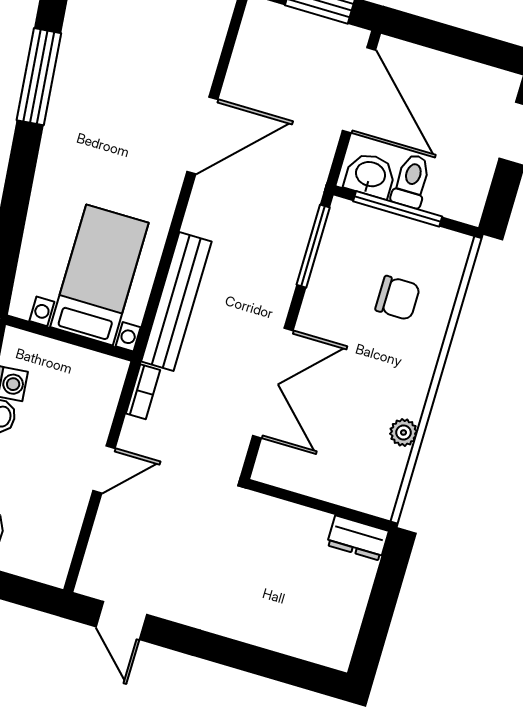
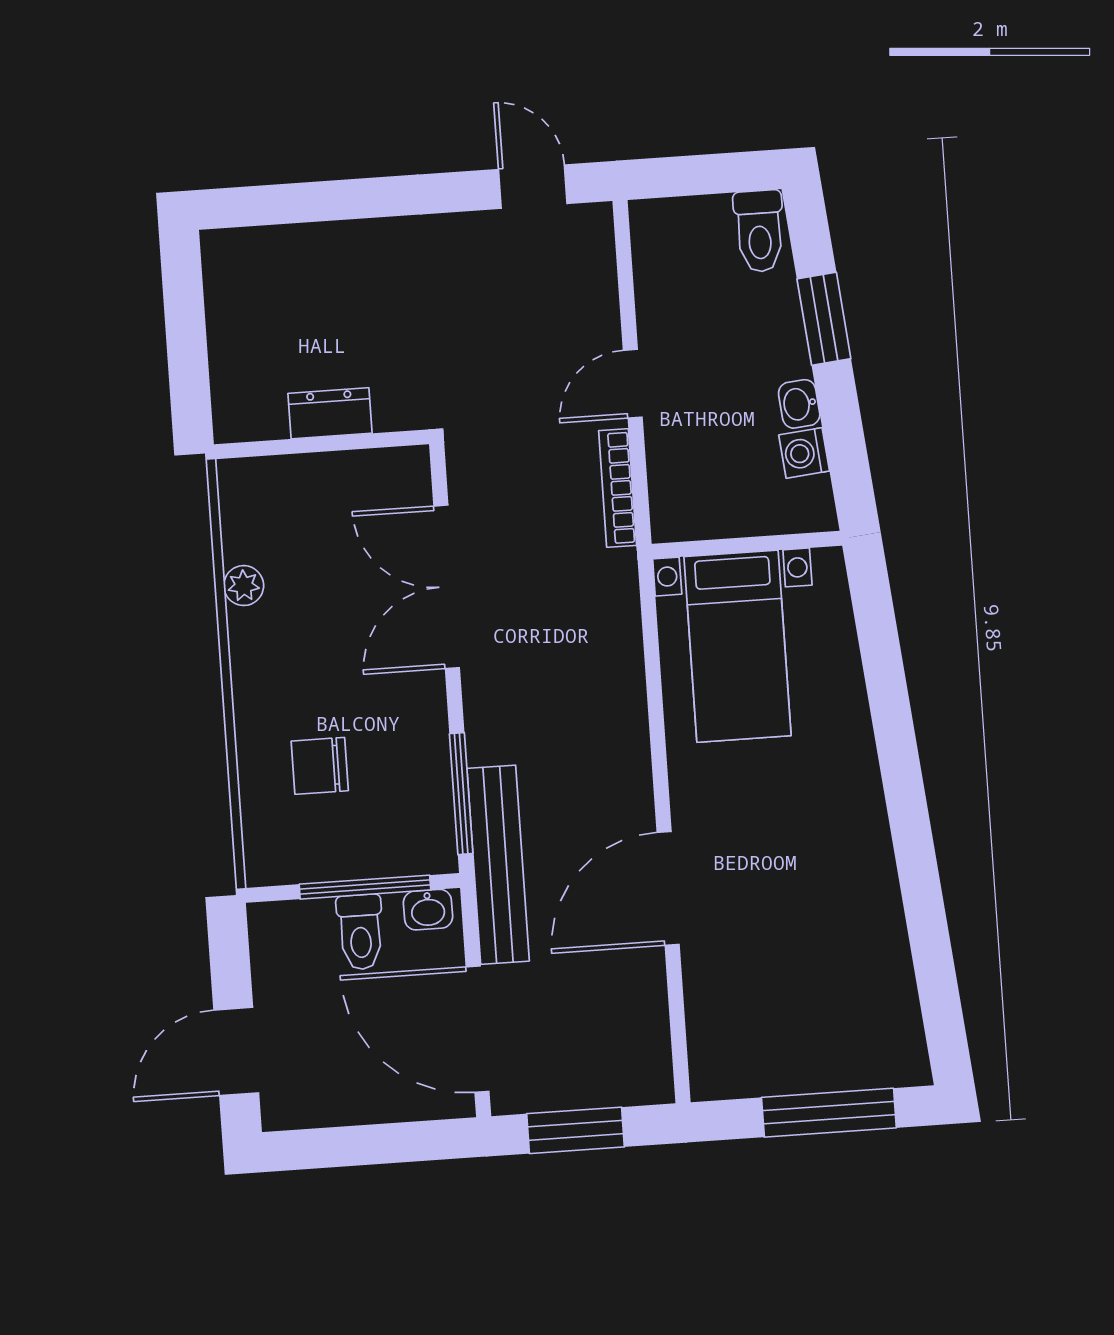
window: (39, 77) -> (920, 885), removed
washbasin: (370, 175) -> (428, 910), width x0.72, depth x0.69
bench: (176, 301) -> (498, 865), moved
bookcase: (143, 392) -> (618, 488), width x1.56
dresser: (358, 538) -> (330, 413), moved

